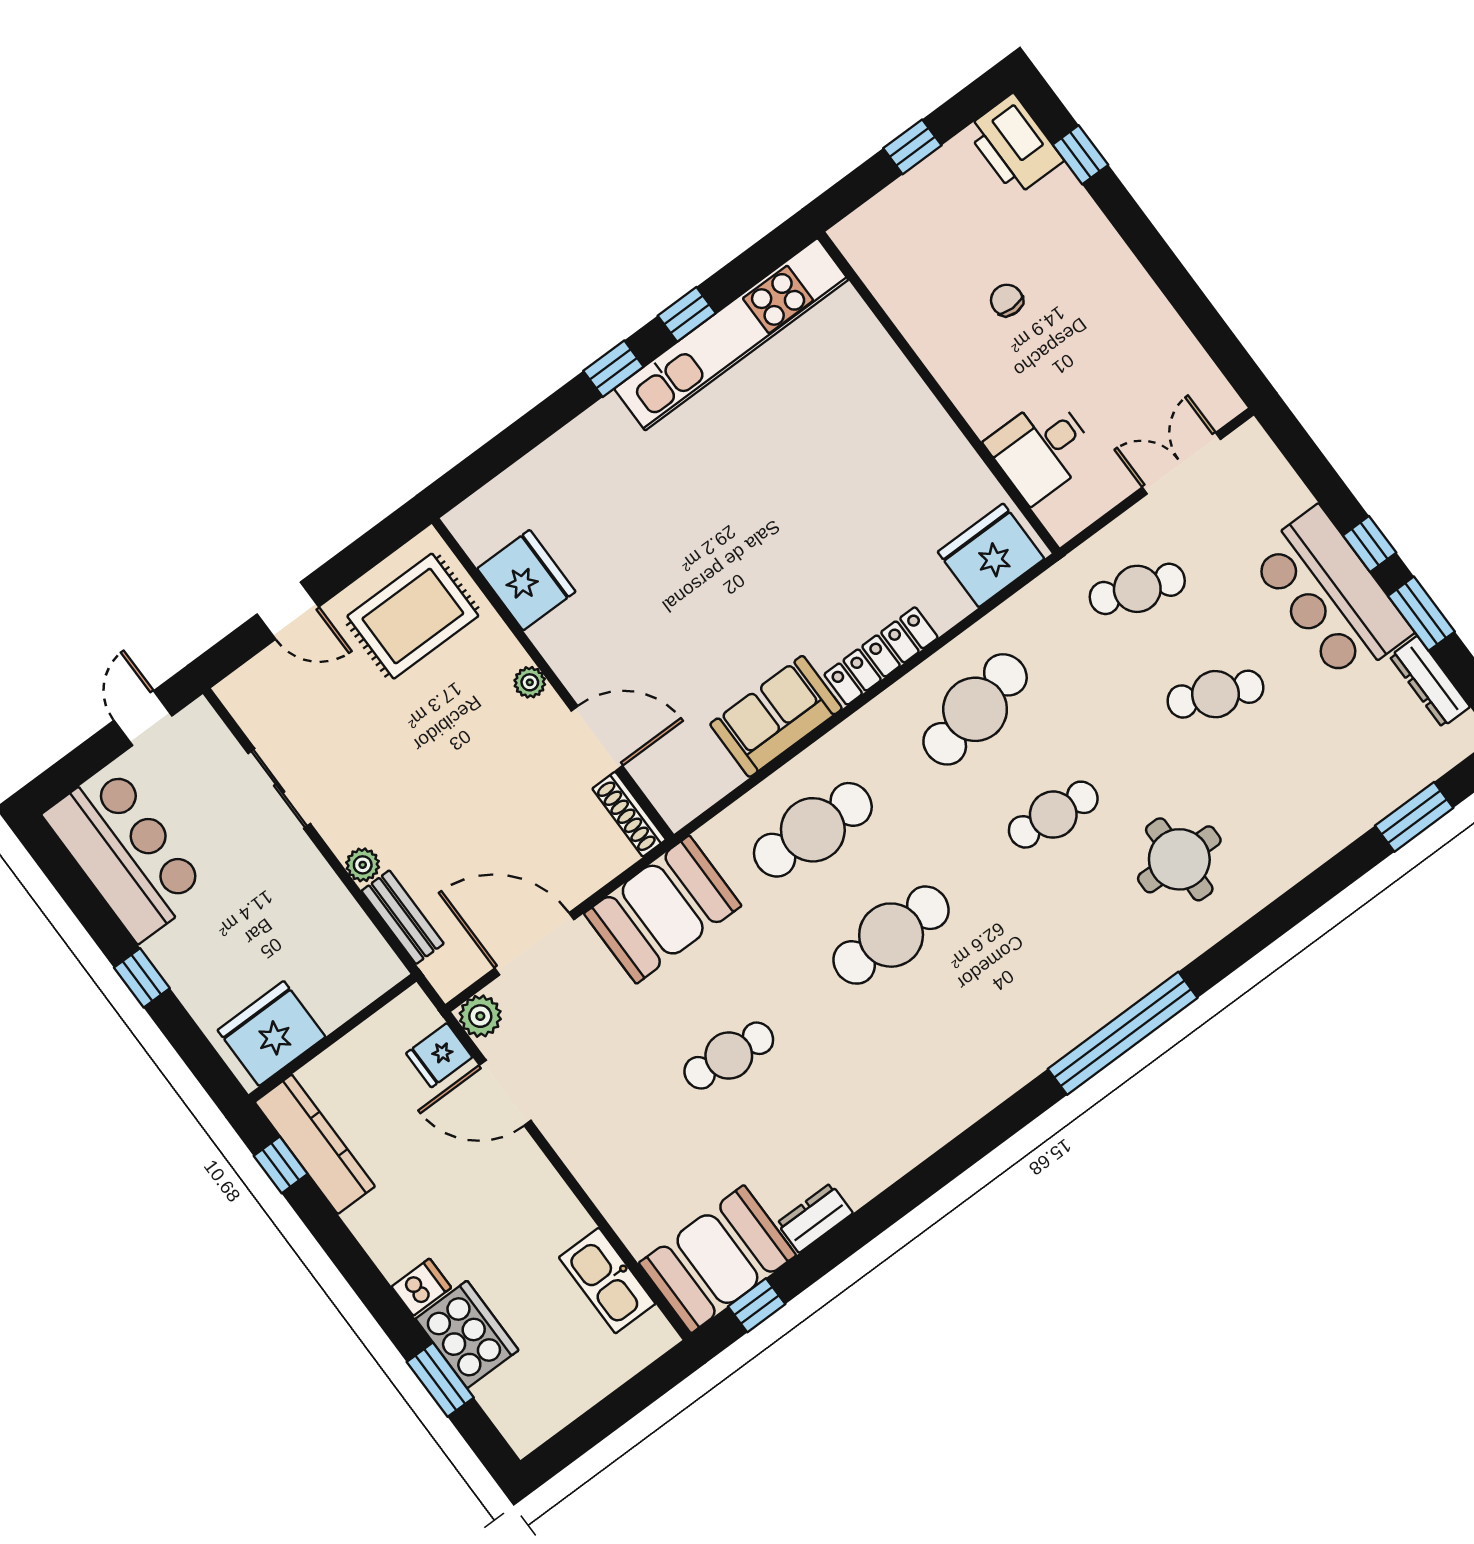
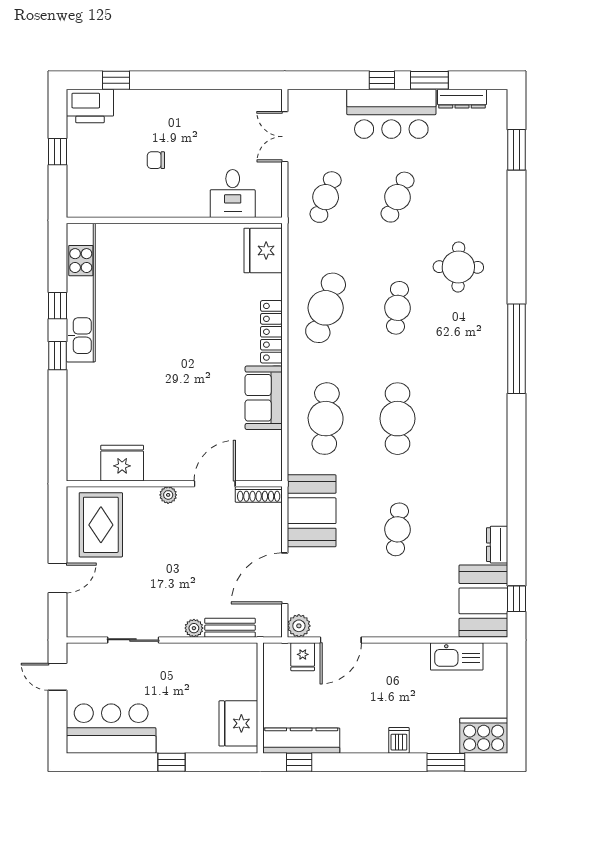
cafe table: (975, 709) -> (326, 308), turned 30
cooker: (467, 1334) -> (484, 736), moved

